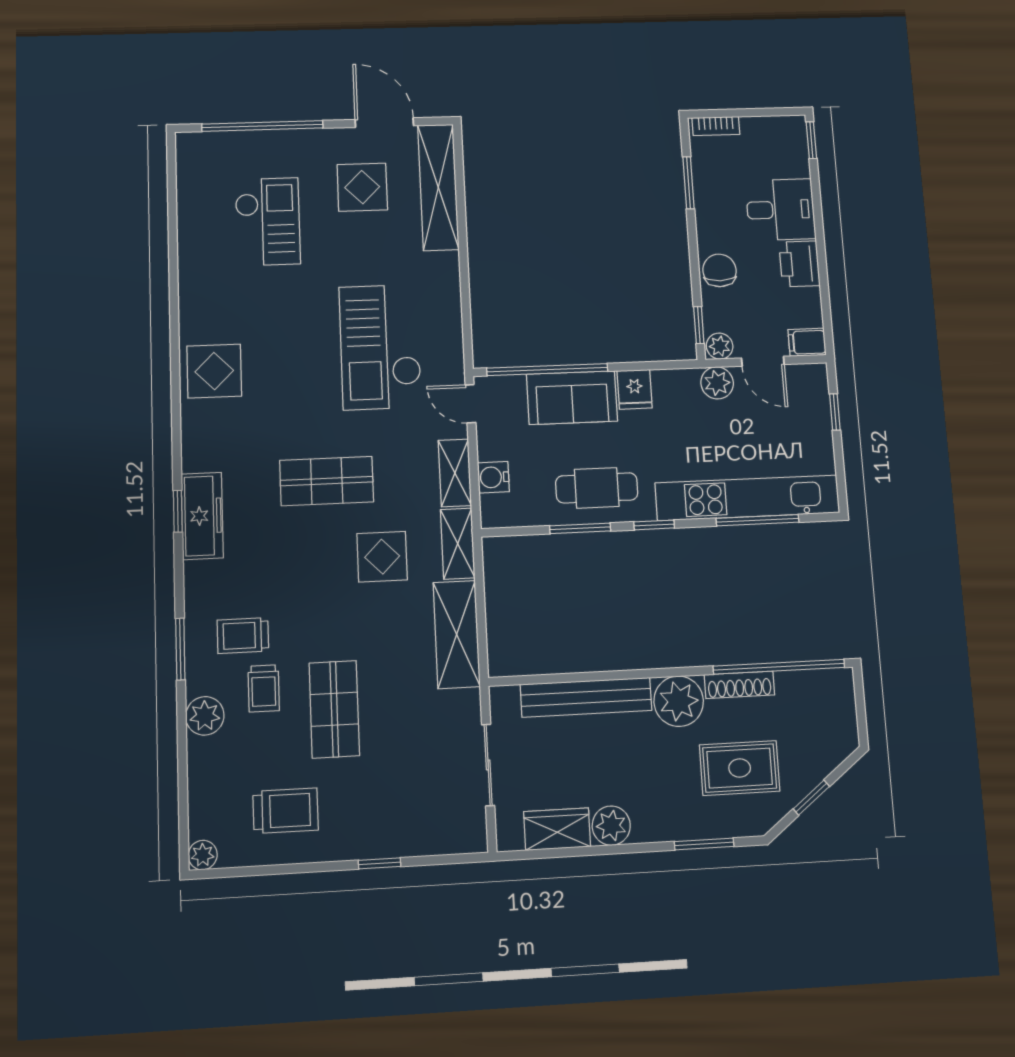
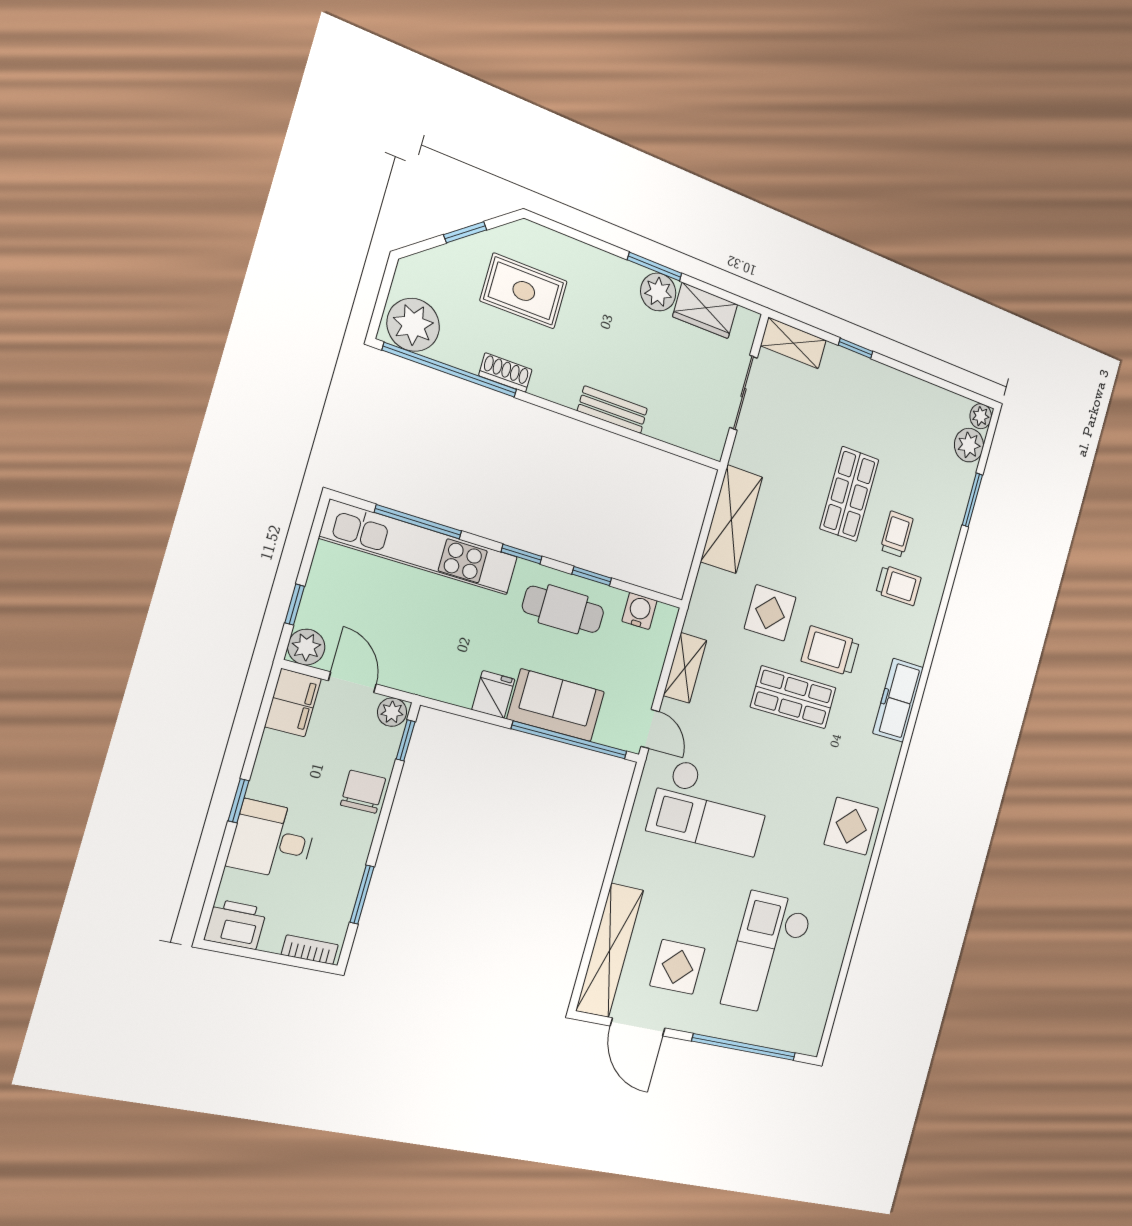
window: (811, 140) -> (239, 801), moved
checkout: (268, 222) -> (768, 954), width x1.36, depth x1.21
printer: (799, 264) -> (236, 924), moved, turned -90
chair: (719, 270) -> (363, 792), turned 180
filing cabinet: (807, 342) -> (293, 703), width x2.00
checkout: (380, 347) -> (710, 808), turned 90
plant: (717, 383) -> (306, 647), moved
water cooler: (493, 477) -> (639, 611), moved, turned -90
window: (178, 511) -> (915, 711), removed
window: (580, 528) -> (592, 576), width x0.67
shelving: (458, 544) -> (793, 343), moved, turned 90
window: (180, 649) -> (972, 500), moved
shoe rack: (739, 685) -> (505, 373), width x0.70
bench: (586, 697) -> (613, 410), width x0.54, depth x0.82
plant: (679, 701) -> (413, 325), moved
plant: (205, 716) -> (969, 445), moved
trolley: (286, 811) -> (830, 651), moved
window: (704, 844) -> (655, 267), moved

